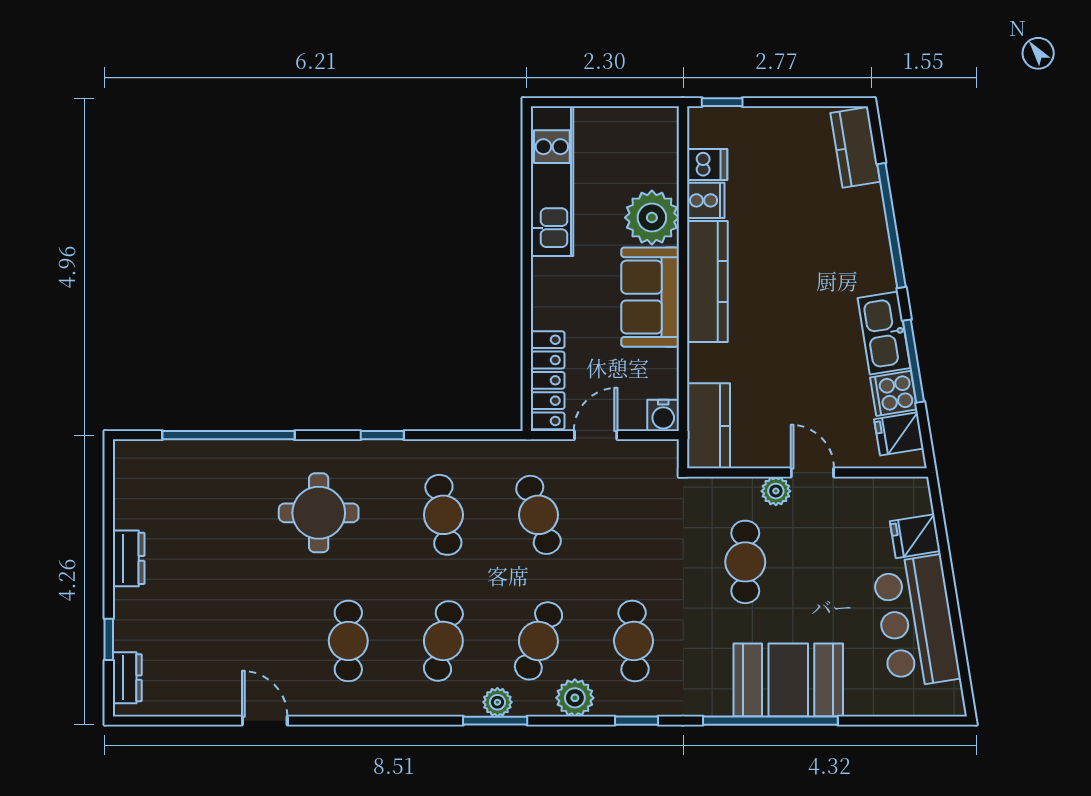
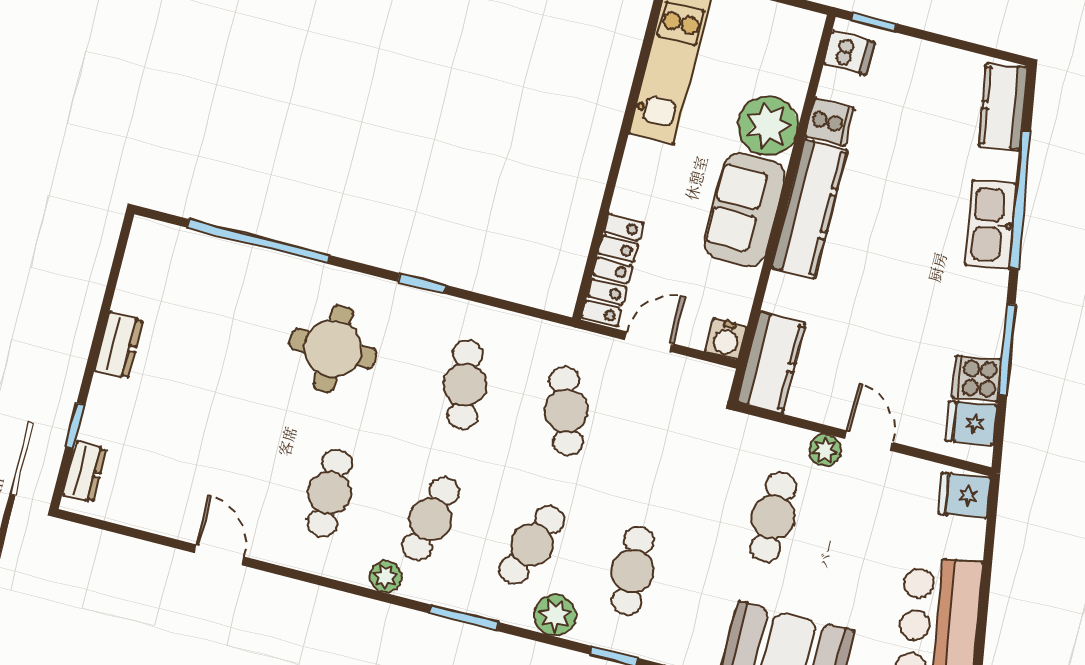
dishwasher: (707, 164) -> (849, 53), moved
kitchen sink: (884, 333) -> (991, 225), moved
fridge: (915, 536) -> (964, 496), moved
plant: (497, 702) -> (386, 577), moved

